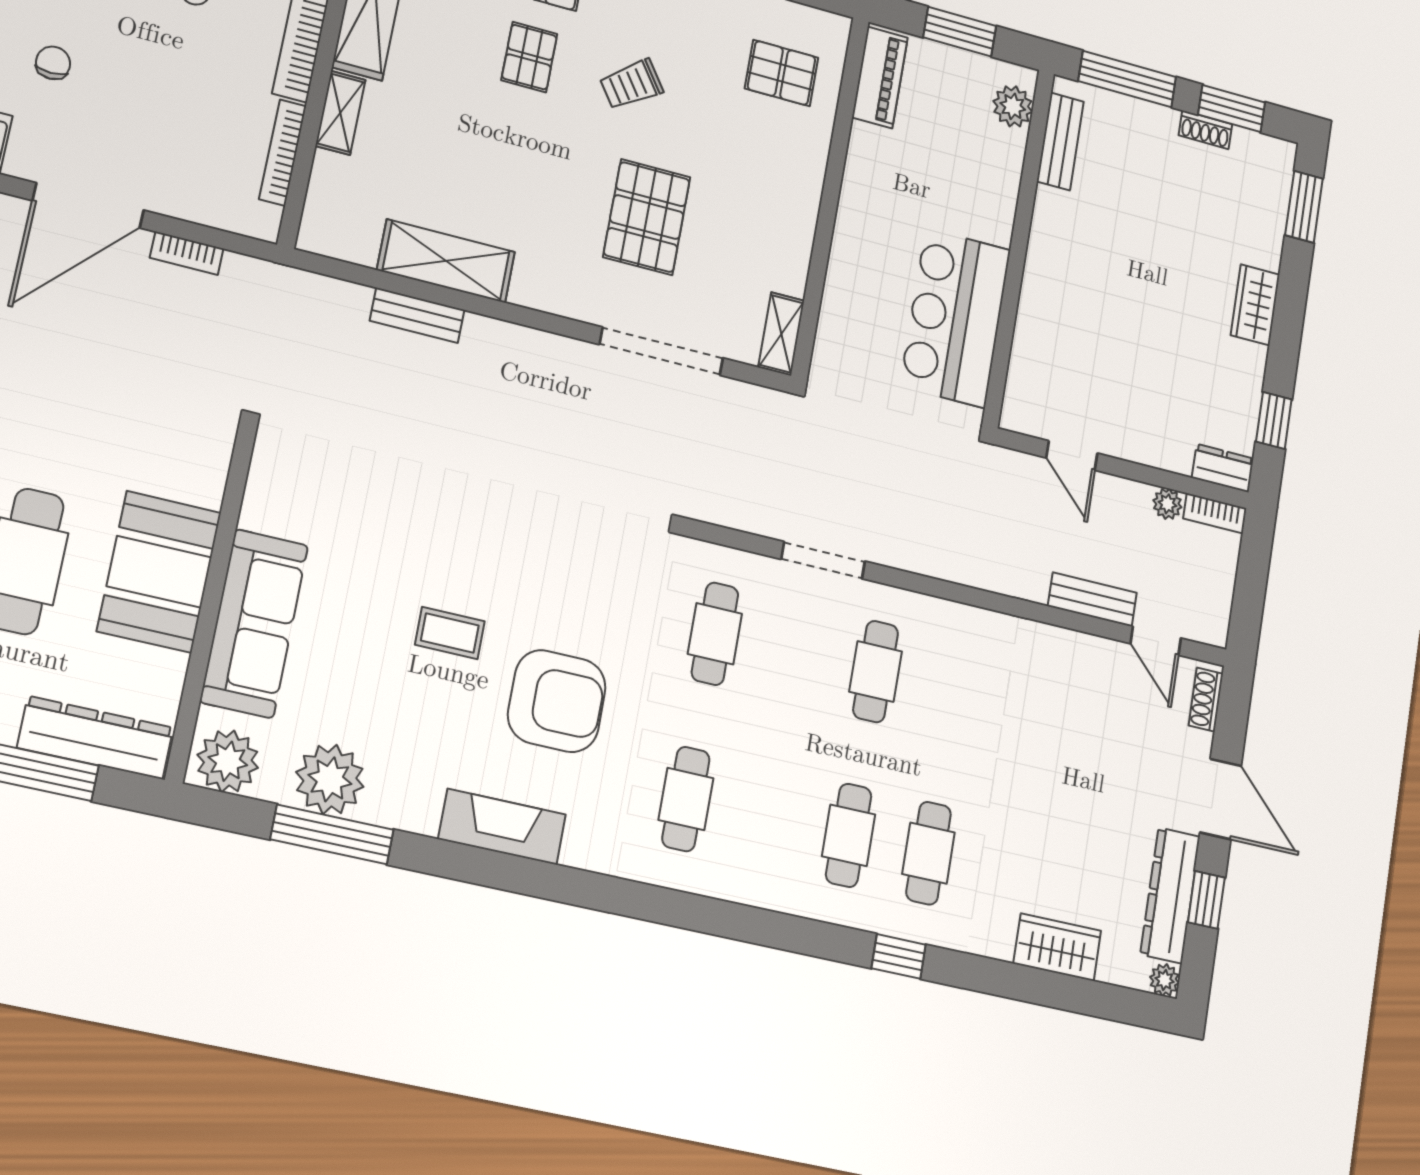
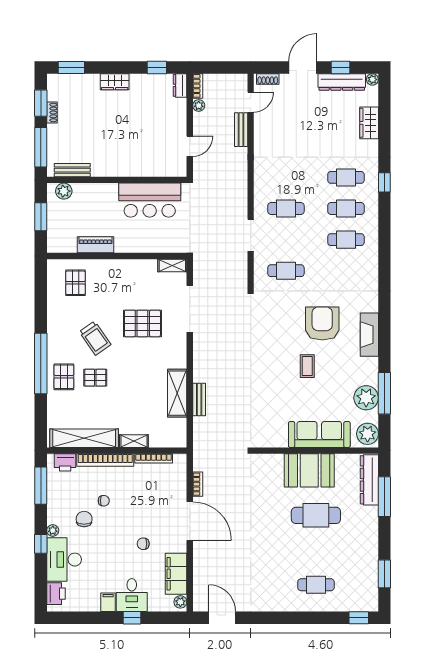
piano: (880, 77) -> (95, 245), moved
trolley: (631, 84) -> (95, 338), width x1.36, depth x1.39
cafe table: (686, 799) -> (346, 240), moved

